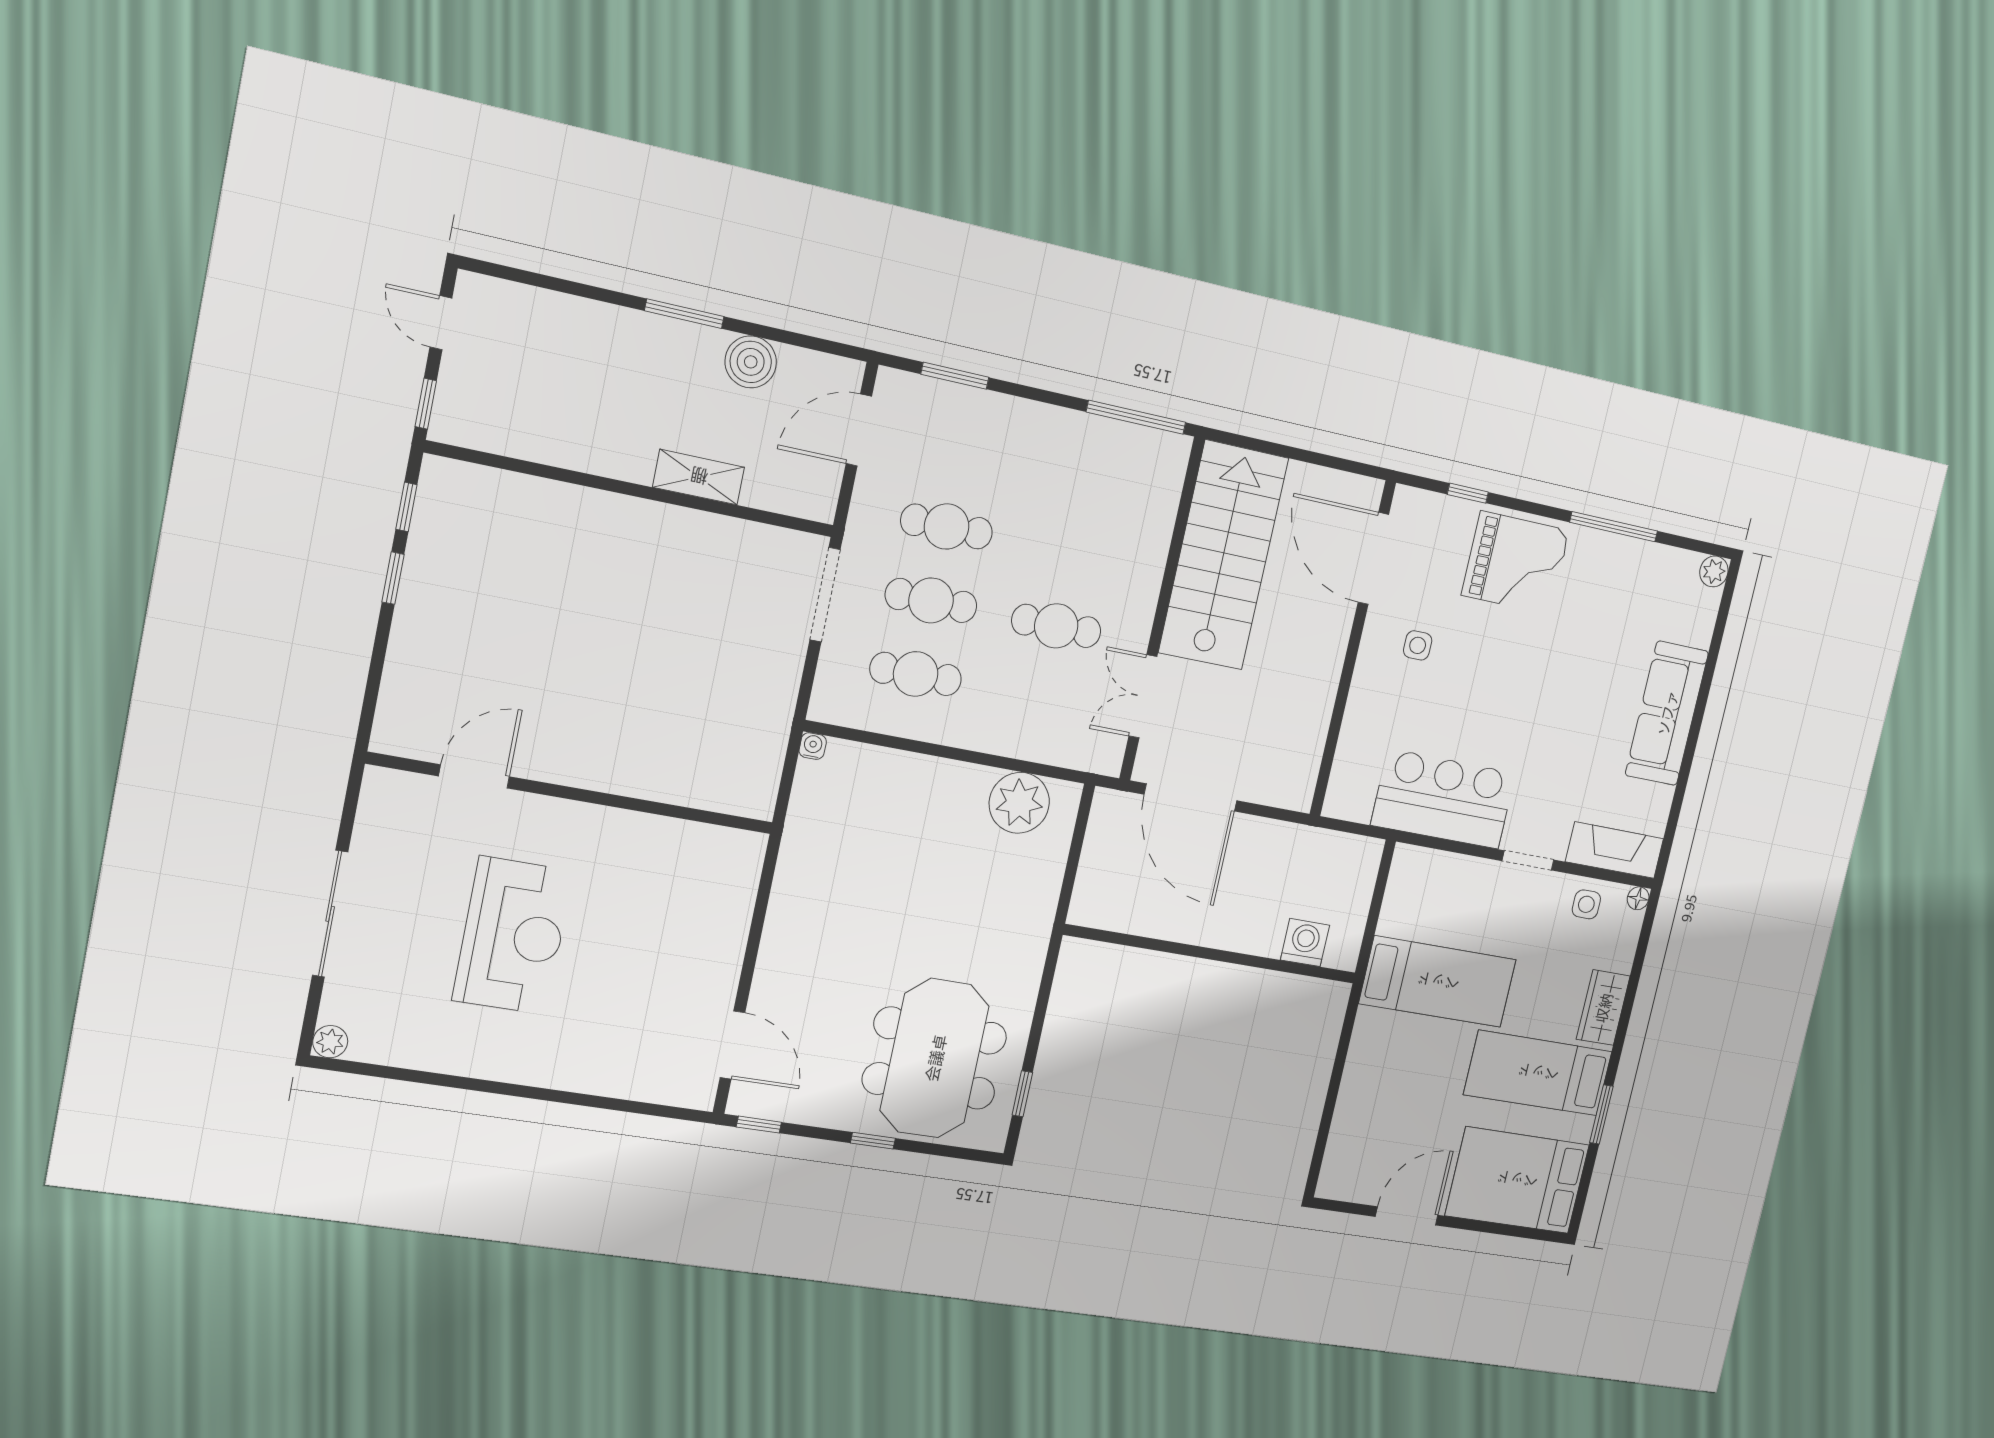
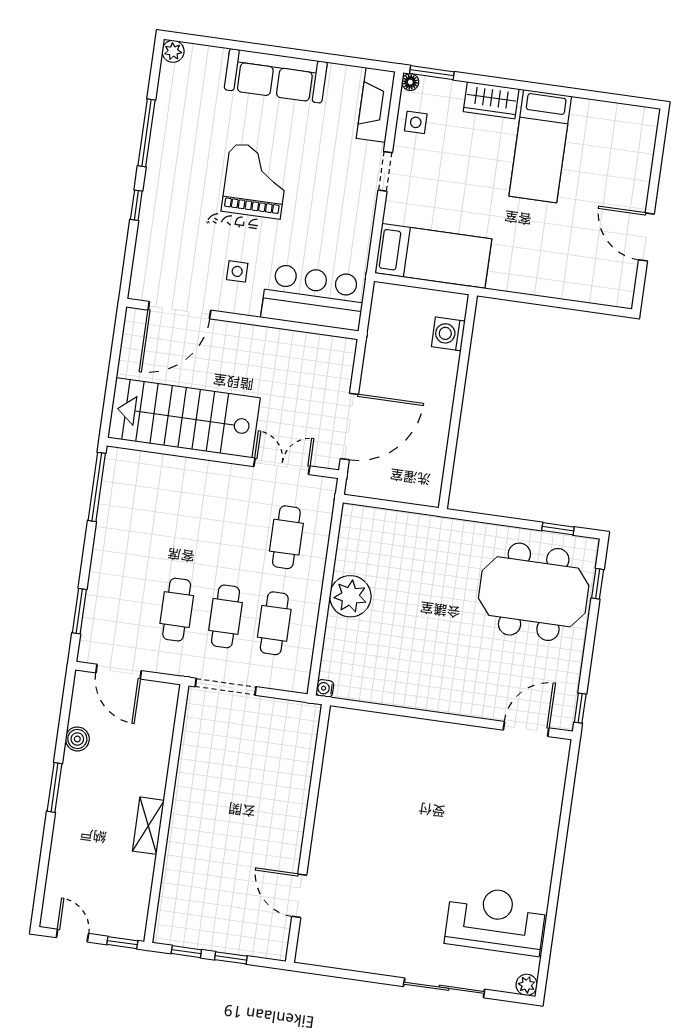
door: (441, 323) -> (72, 936), swing flipped
boiler: (751, 362) -> (77, 739), width x0.73, depth x0.73
shelving: (699, 477) -> (148, 826), moved
window: (1468, 493) -> (136, 205), moved
grand piano: (1516, 563) -> (255, 181), moved
cafe table: (1056, 626) -> (286, 537), moved
double door: (1143, 696) -> (282, 466), swing flipped
door: (474, 776) -> (299, 896), moved
wall: (573, 794) -> (308, 833), moved
bar counter: (1443, 799) -> (313, 297), moved, turned 90
plant: (1019, 803) -> (350, 596), moved
reception desk: (513, 936) -> (496, 920), moved
bed: (1438, 982) -> (433, 256), moved, turned 90
window: (1601, 1114) -> (432, 73), moved
window: (873, 1141) -> (598, 584), moved
bed: (1517, 1180) -> (620, 153), removed

